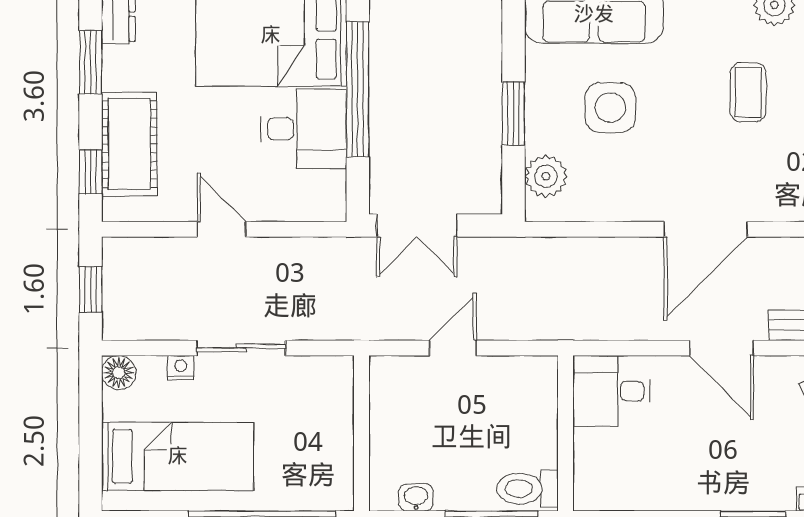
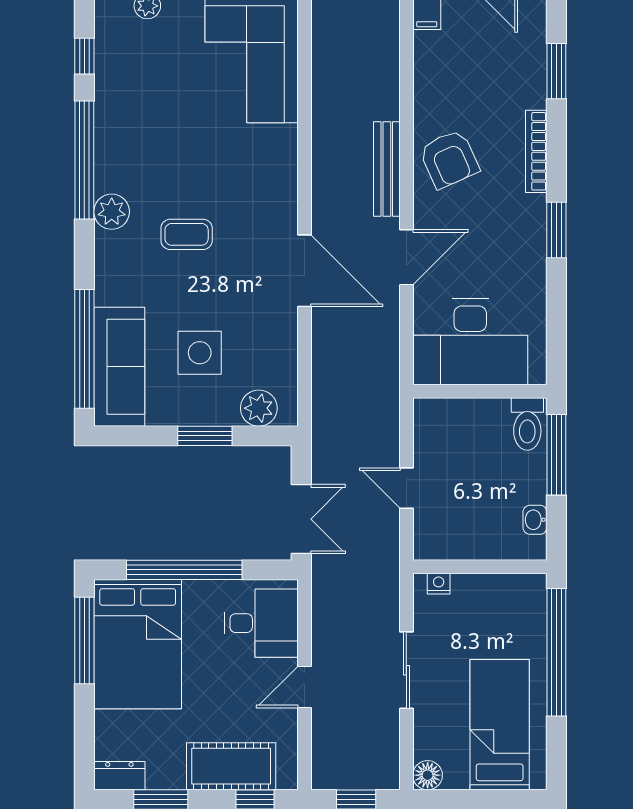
desk: (304, 129) -> (261, 623), moved, turned 90
nightstand: (181, 368) -> (439, 584), moved, turned 90
desk: (611, 391) -> (470, 342), width x1.87, depth x1.30

